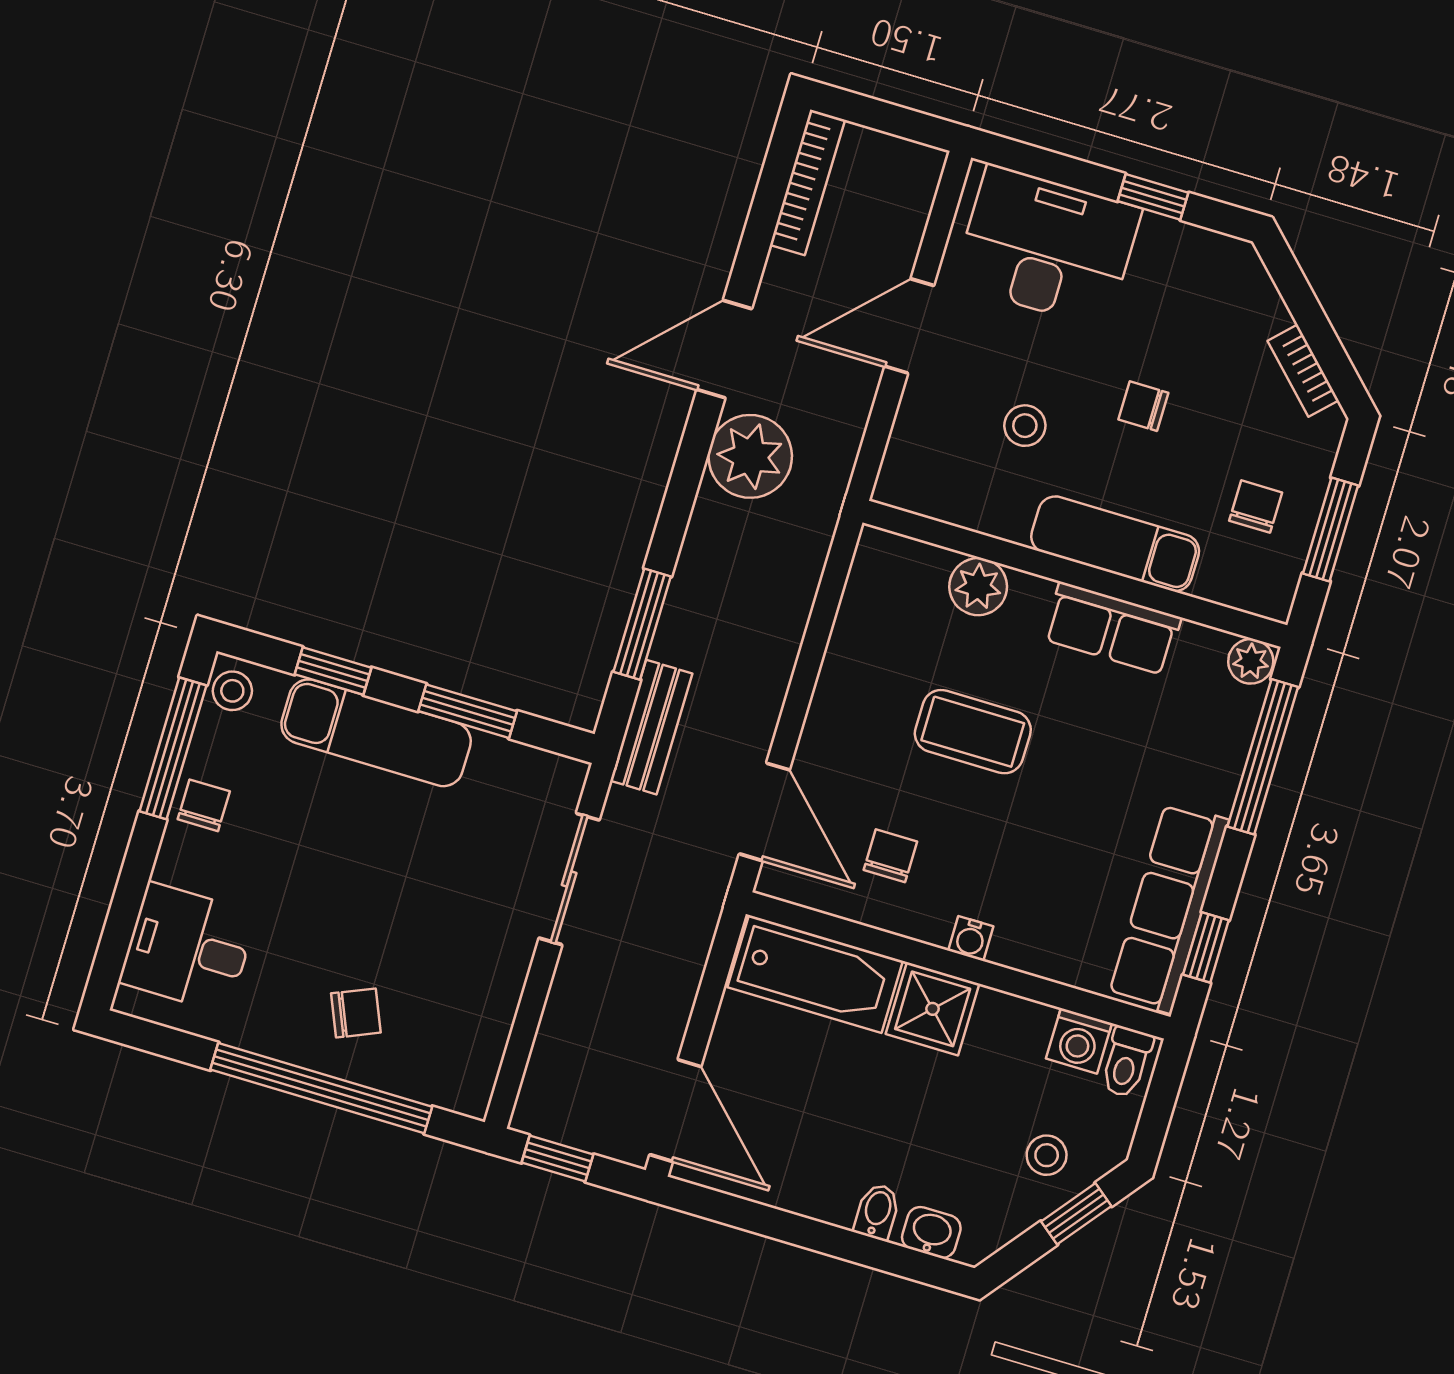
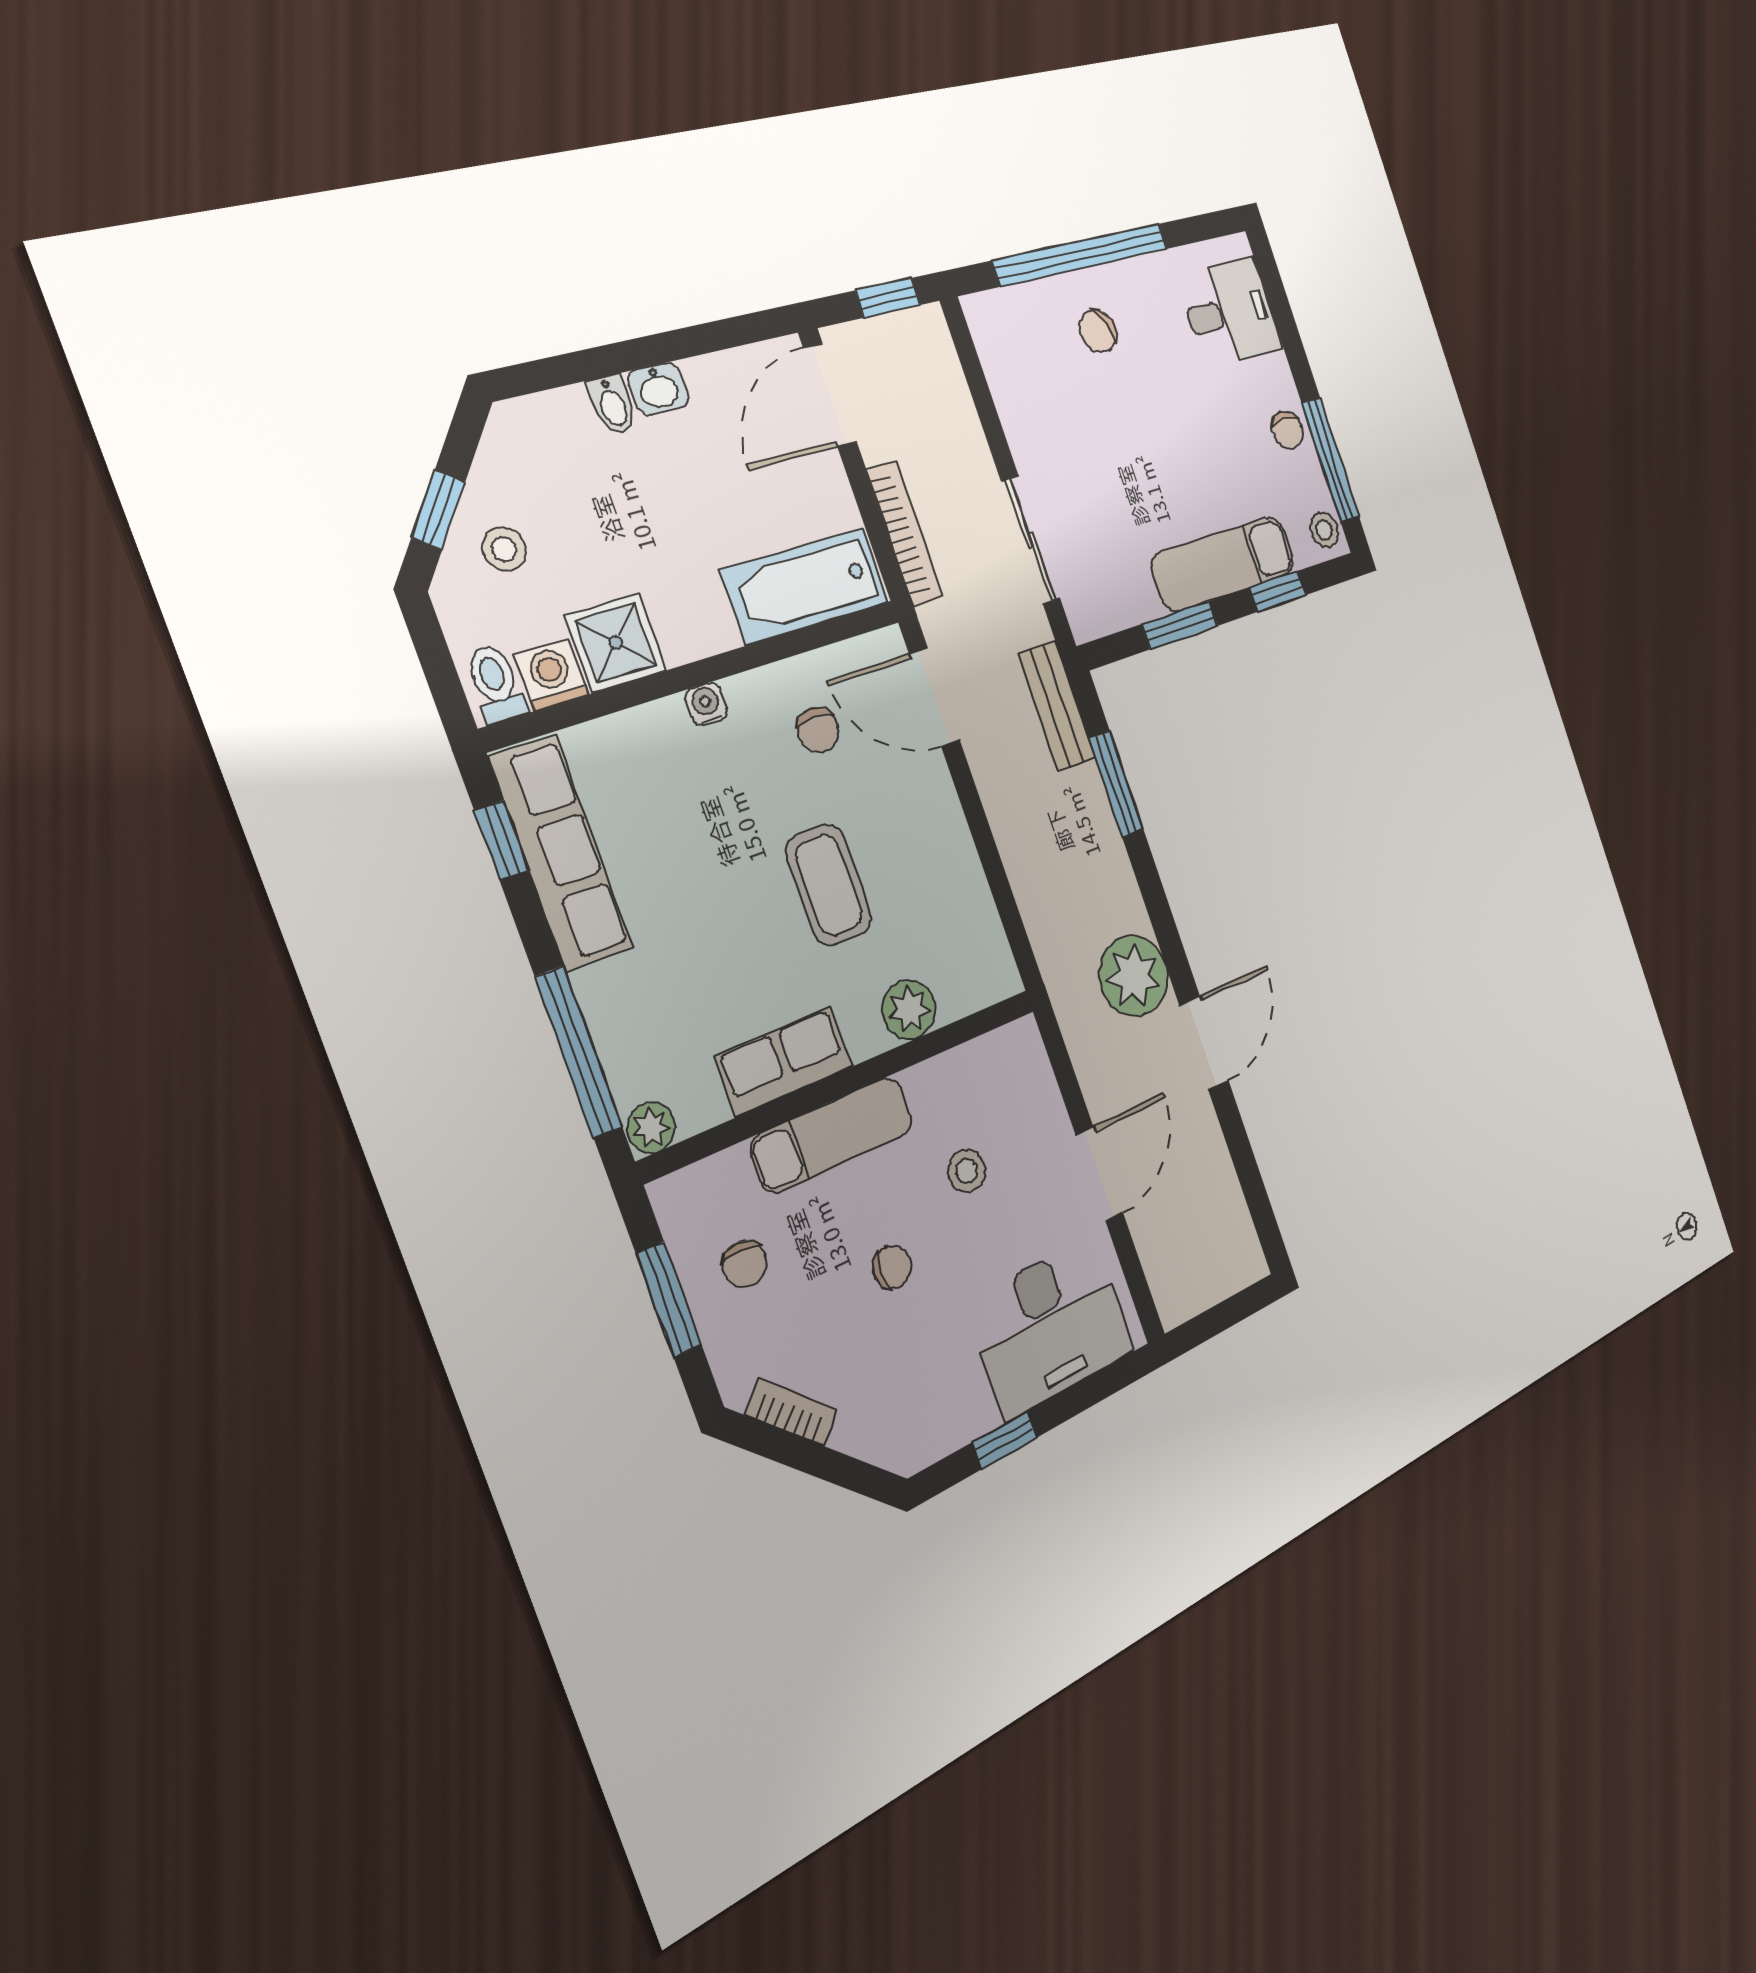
bookcase: (807, 182) -> (905, 534), moved, turned 180
coffee table: (973, 732) -> (829, 885), turned 90
shower: (933, 1009) -> (616, 643), moved
door: (675, 1111) -> (830, 395), hinge flipped
washbasin: (931, 1232) -> (658, 389), moved

